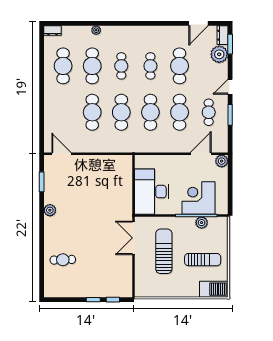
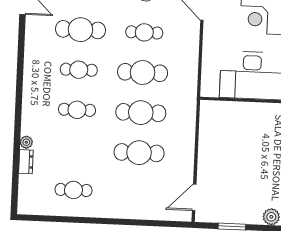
dresser: (52, 31) -> (26, 162), moved
cafe table: (63, 66) -> (73, 190), width x0.73, depth x0.74
cafe table: (92, 66) -> (75, 150), removed
cafe table: (180, 112) -> (144, 32), width x0.73, depth x0.74

